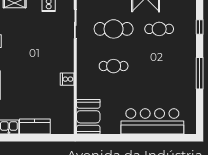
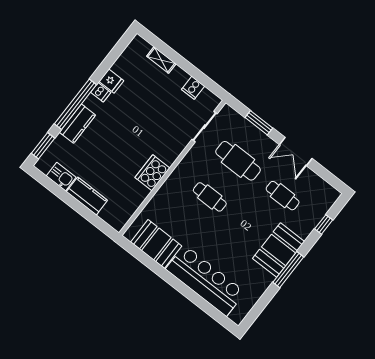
booth: (184, 66) -> (279, 250), added
cooker: (67, 79) -> (152, 173), width x1.87, depth x1.31
booth: (88, 117) -> (156, 244), moved, turned 90

